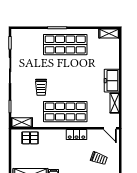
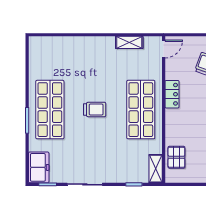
shelving: (109, 33) -> (35, 50), removed
freezer: (112, 81) -> (39, 167), moved, turned -90
trolley: (41, 87) -> (95, 109), moved

